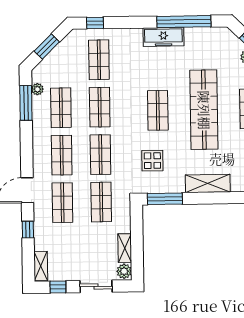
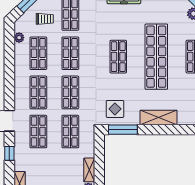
trolley: (68, 66) -> (45, 19), added
window: (26, 103) -> (9, 49), removed
display table: (152, 161) -> (115, 109), moved

